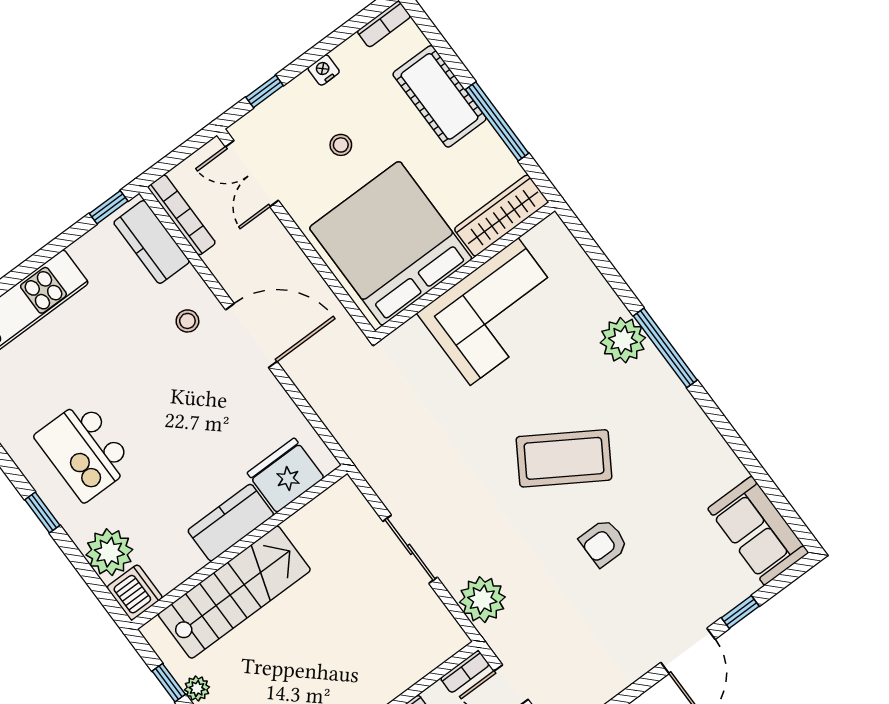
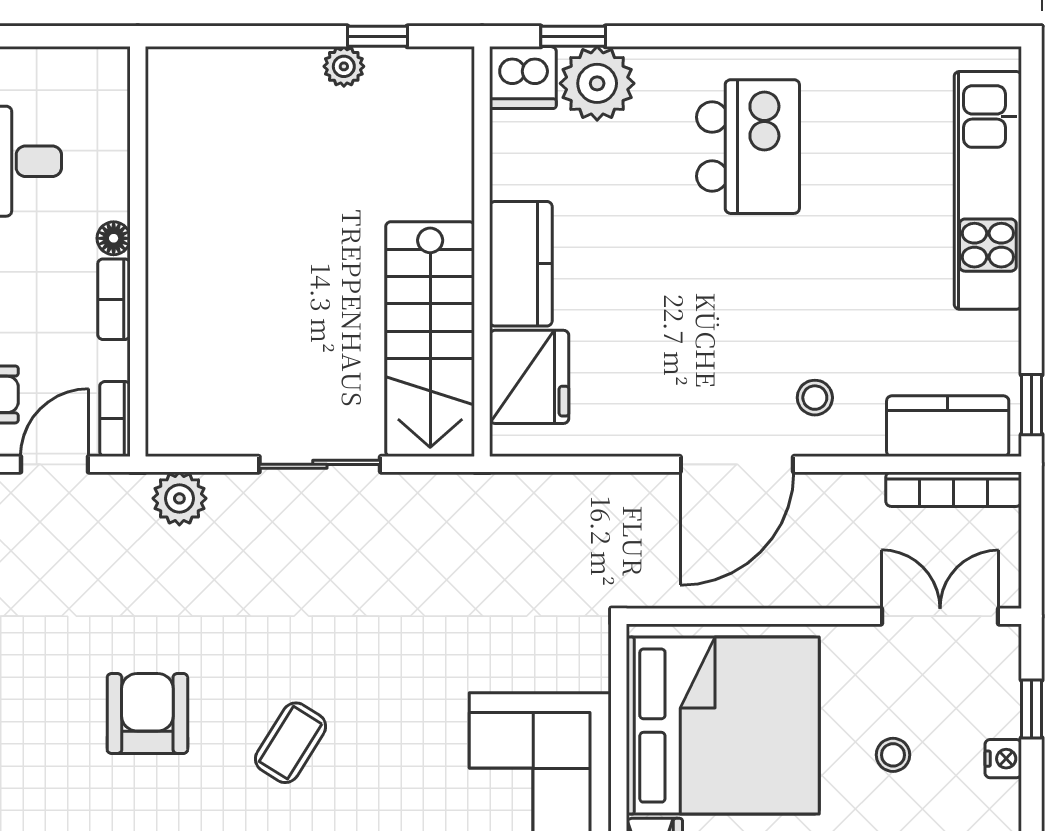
nightstand: (324, 70) -> (1003, 759), moved
kitchen island: (84, 451) -> (748, 147), turned 90
coffee table: (564, 458) -> (291, 743), width x0.54, depth x0.58
window: (42, 512) -> (573, 36), moved
armchair: (603, 543) -> (147, 714), width x1.38, depth x1.38
stairs: (234, 592) -> (430, 339), moved
plant: (482, 600) -> (179, 498), width x0.73, depth x0.73

